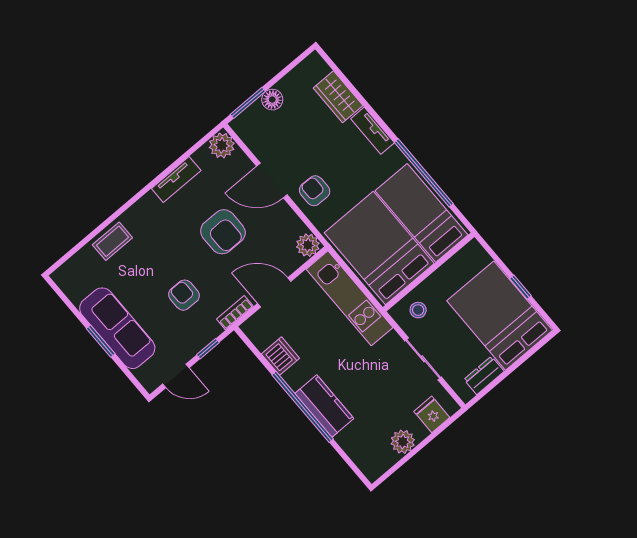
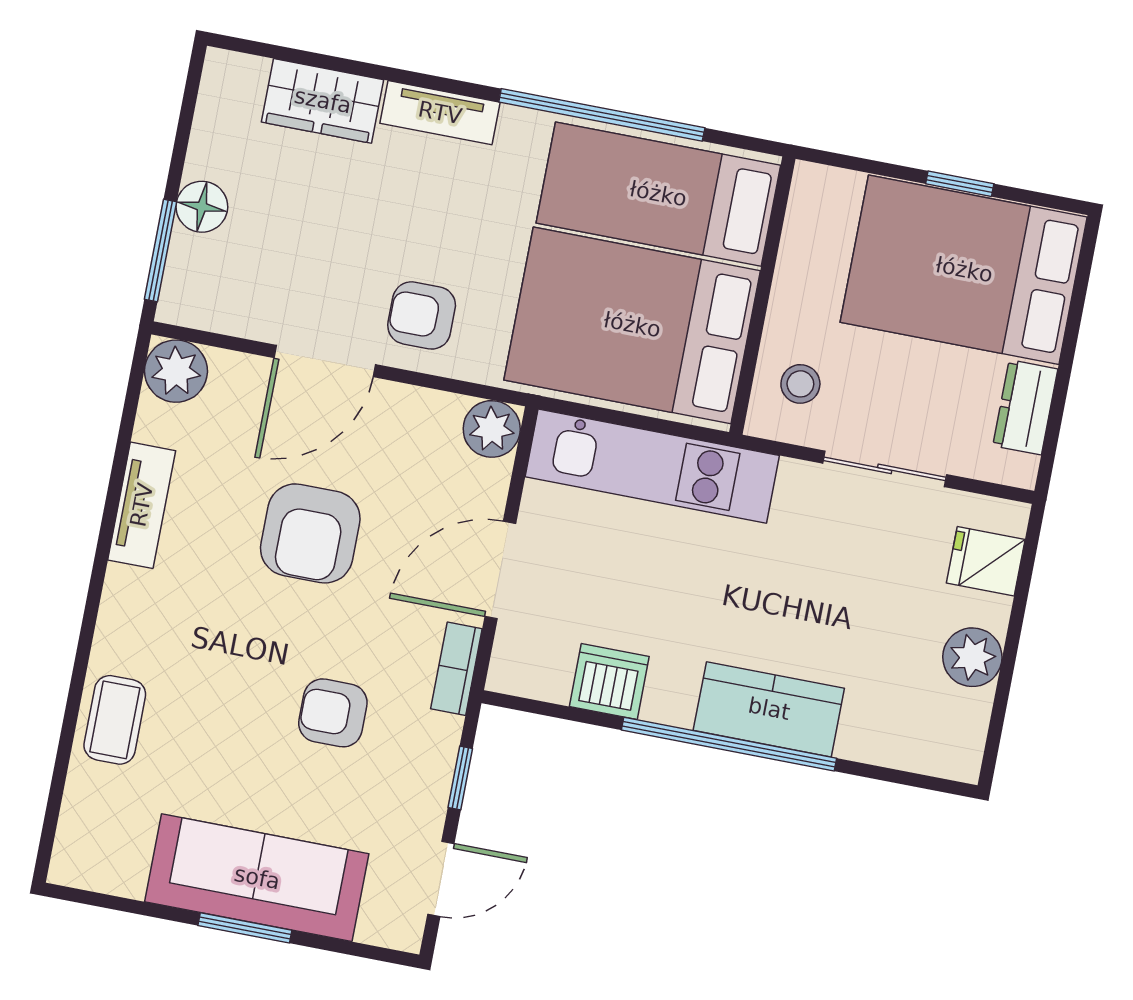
armchair: (223, 232) -> (310, 533), turned 90

